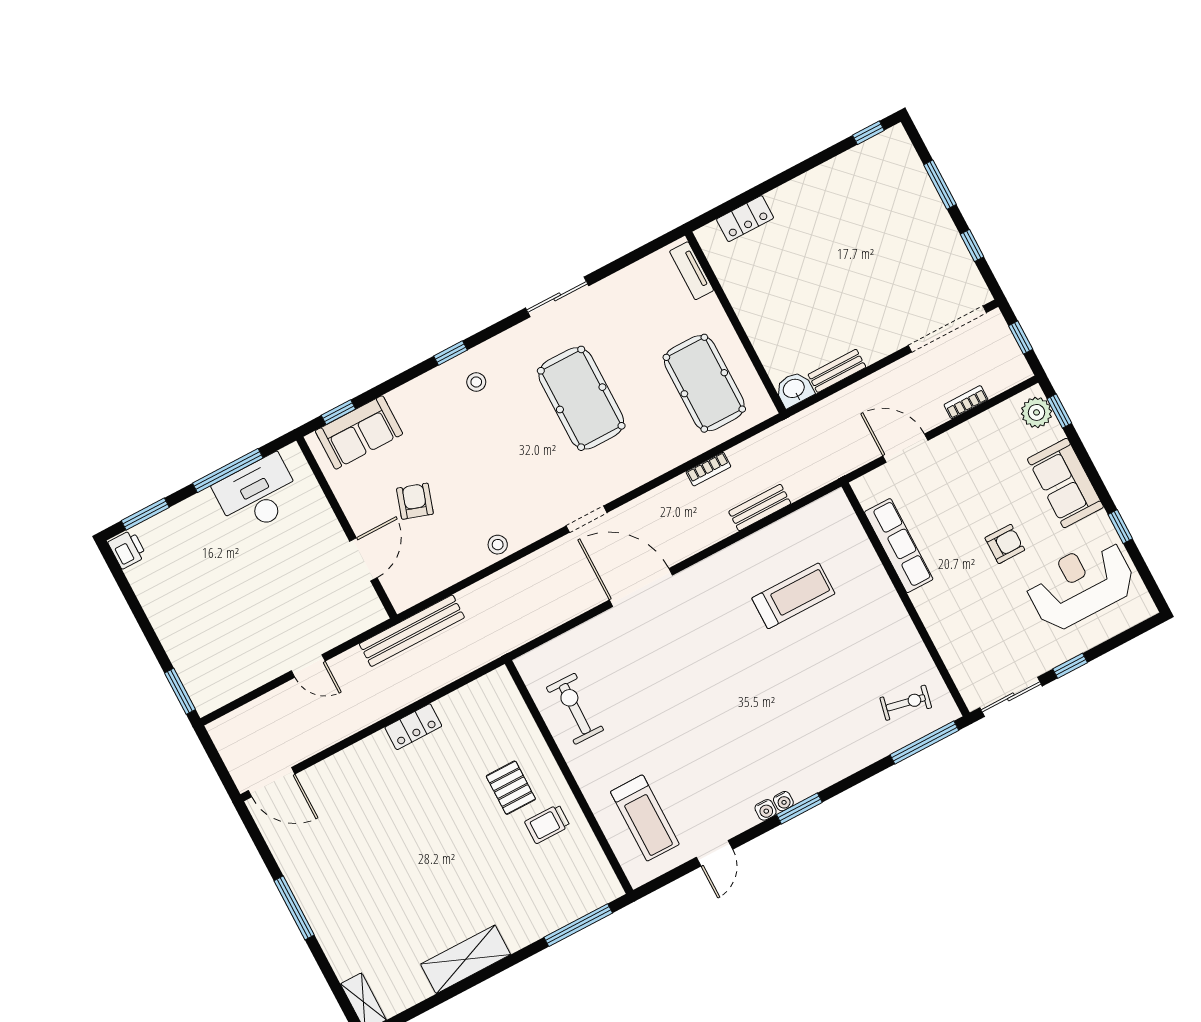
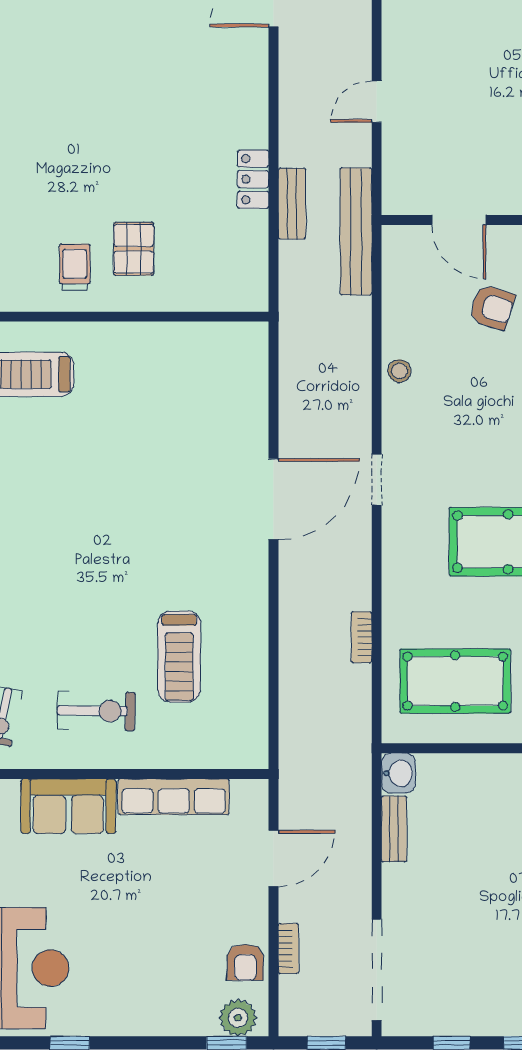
sofa: (1065, 483) -> (68, 806), moved, turned 180
bench: (760, 508) -> (292, 204), moved
armchair: (1005, 544) -> (245, 962), moved
exercise bike: (575, 709) -> (96, 711), moved
pallet: (511, 788) -> (134, 249), turned 90

